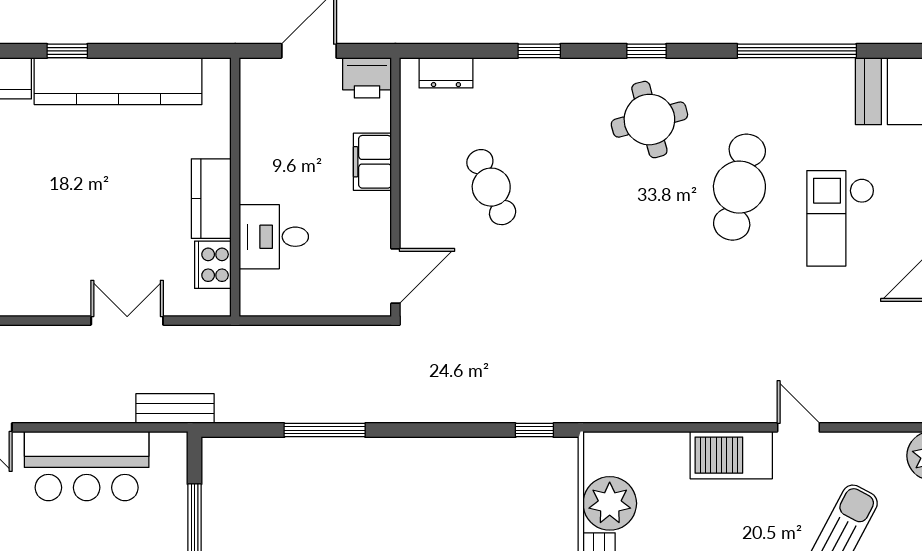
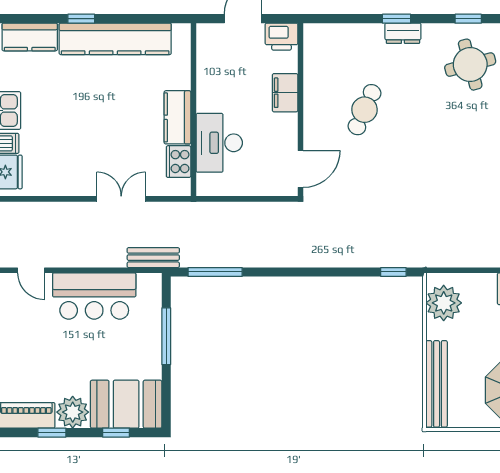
dresser: (446, 73) -> (403, 33), moved
cafe table: (491, 187) -> (365, 110), turned 48
desk: (274, 237) -> (219, 143), width x1.37
window: (325, 430) -> (215, 272), moved
plant: (610, 503) -> (444, 303), moved

